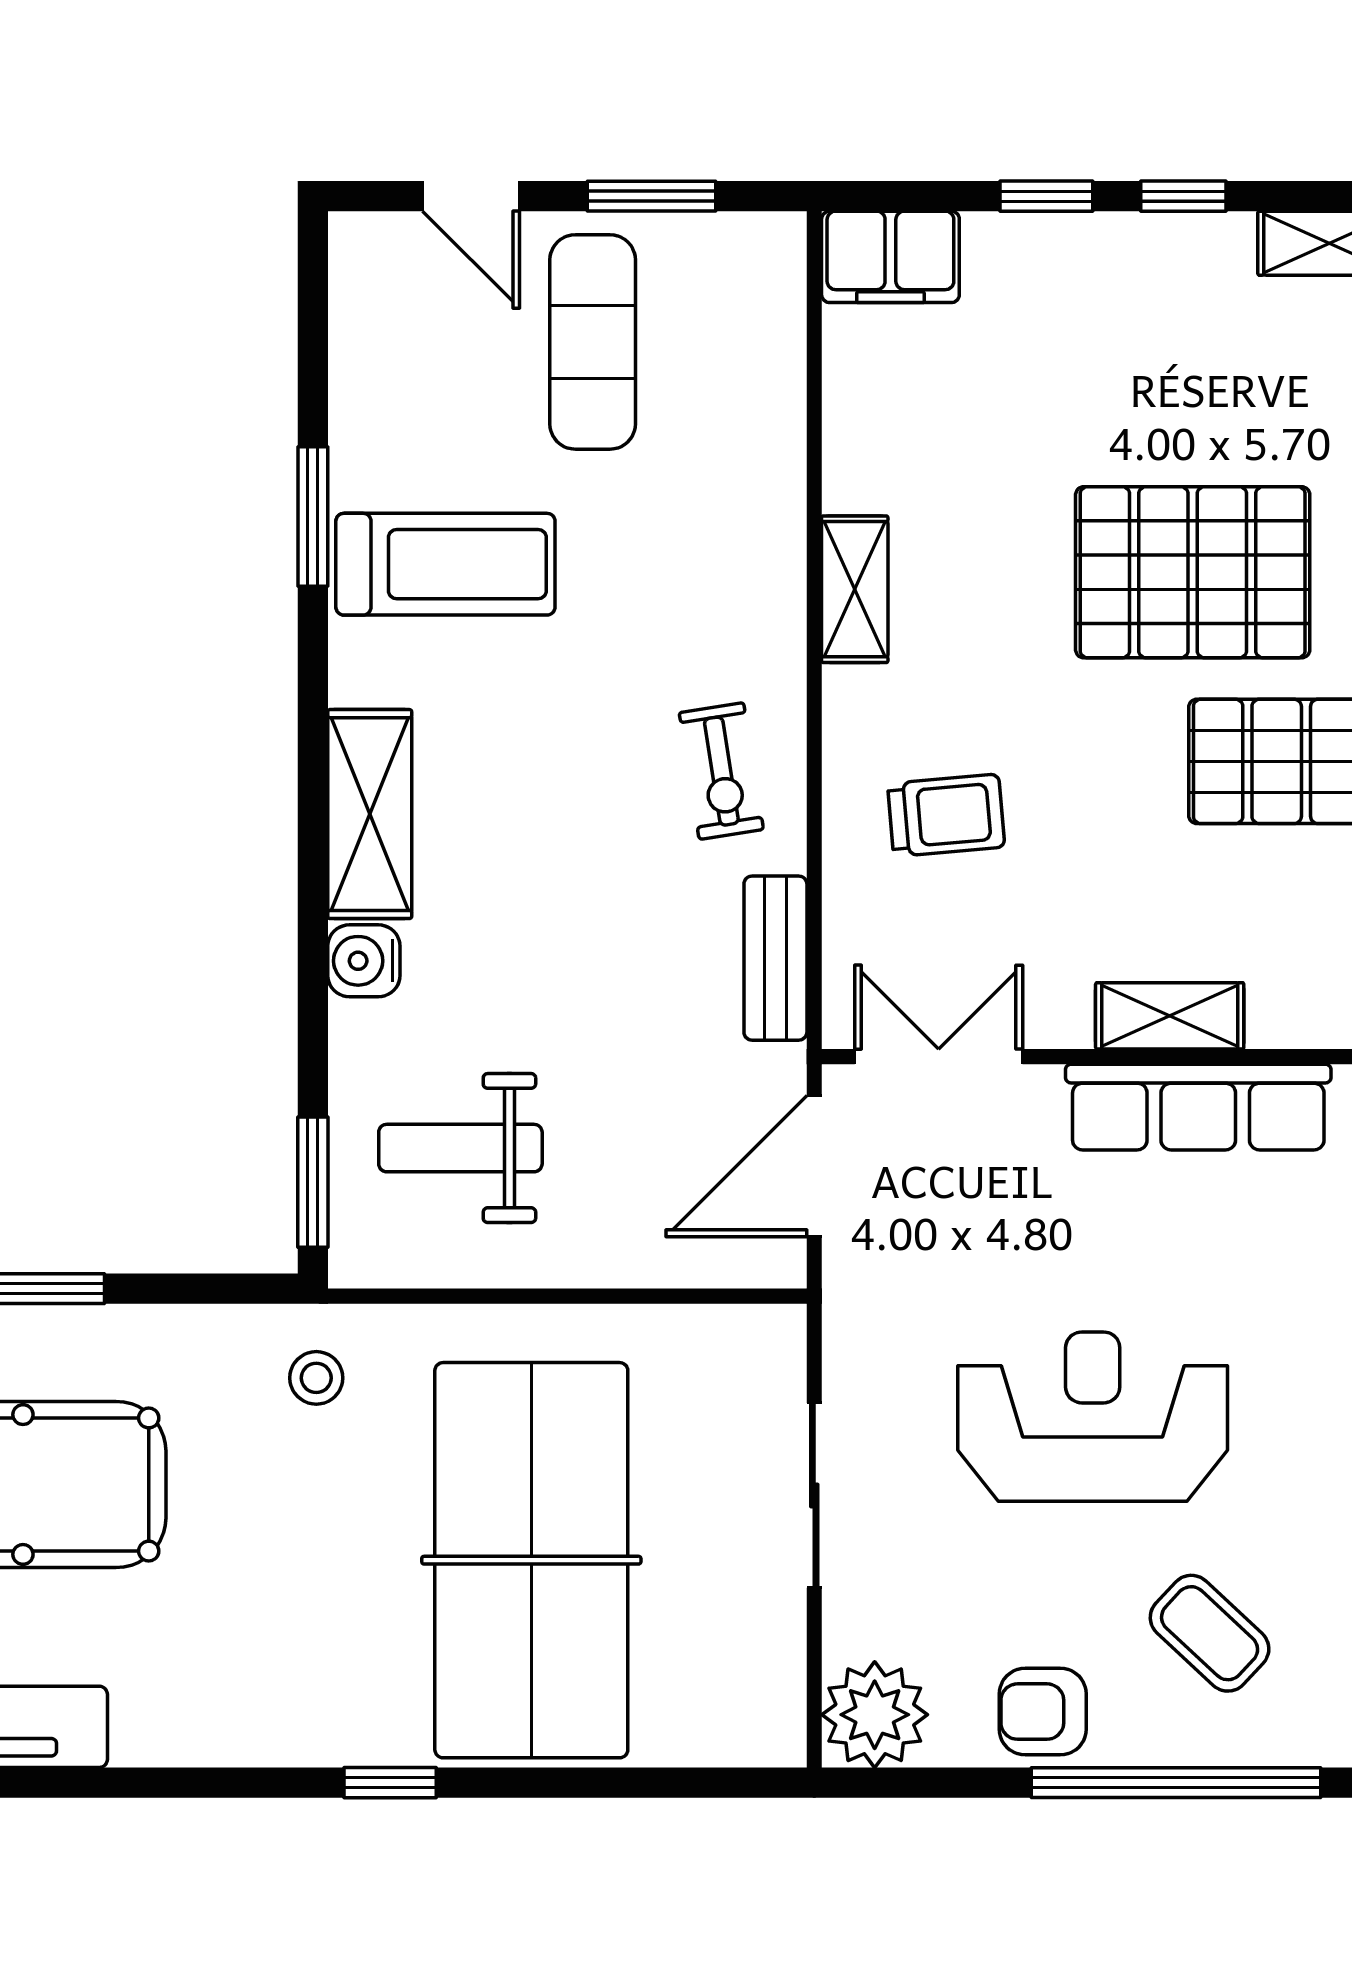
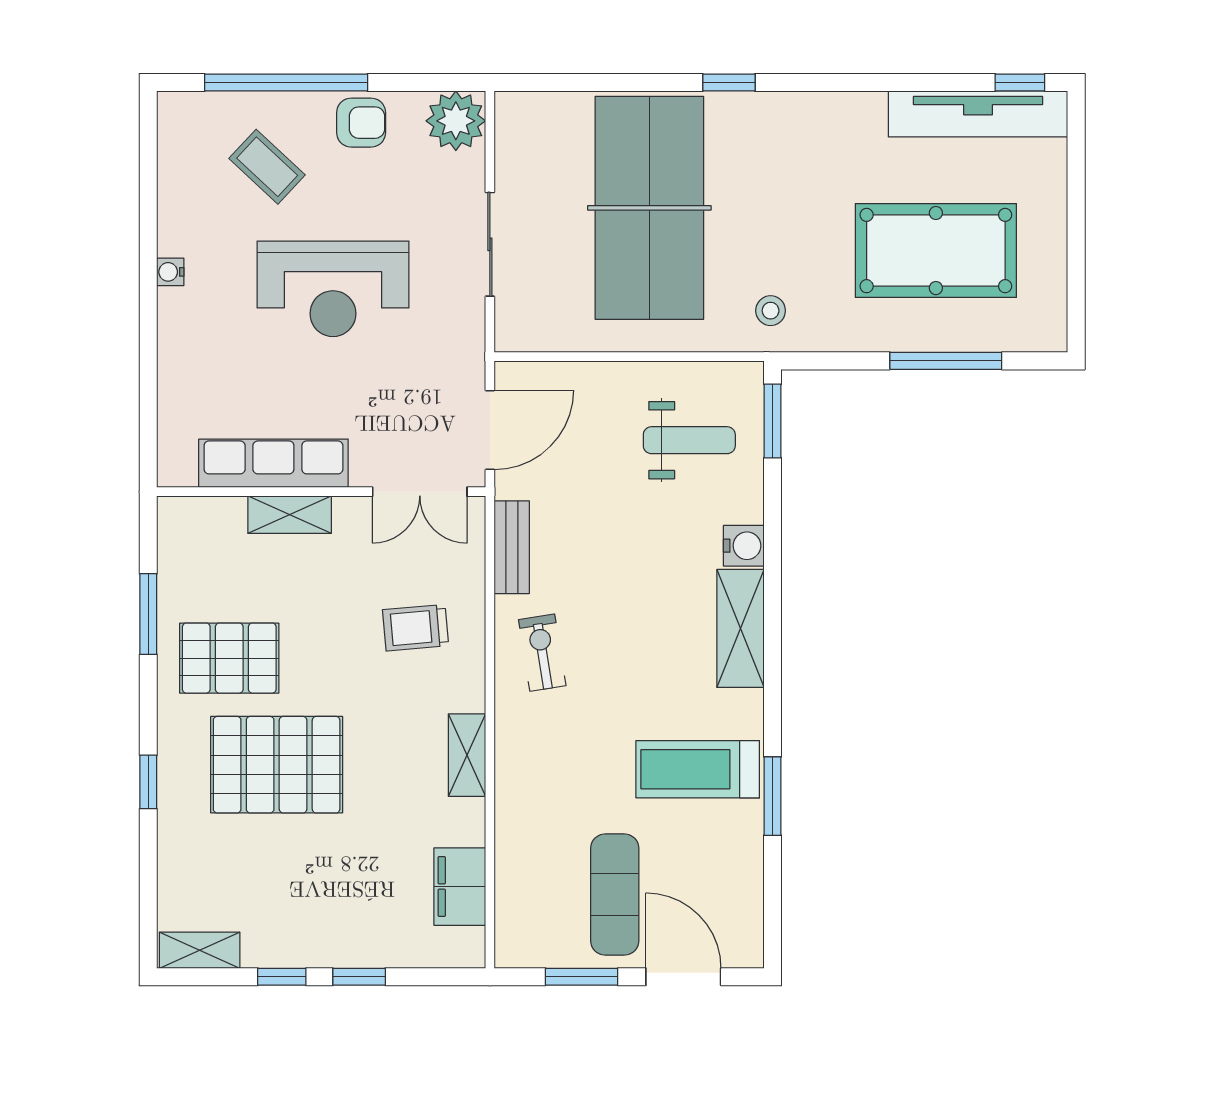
door: (471, 196) -> (683, 977), width x1.38
filing cabinet: (890, 257) -> (460, 887), moved, turned -90

